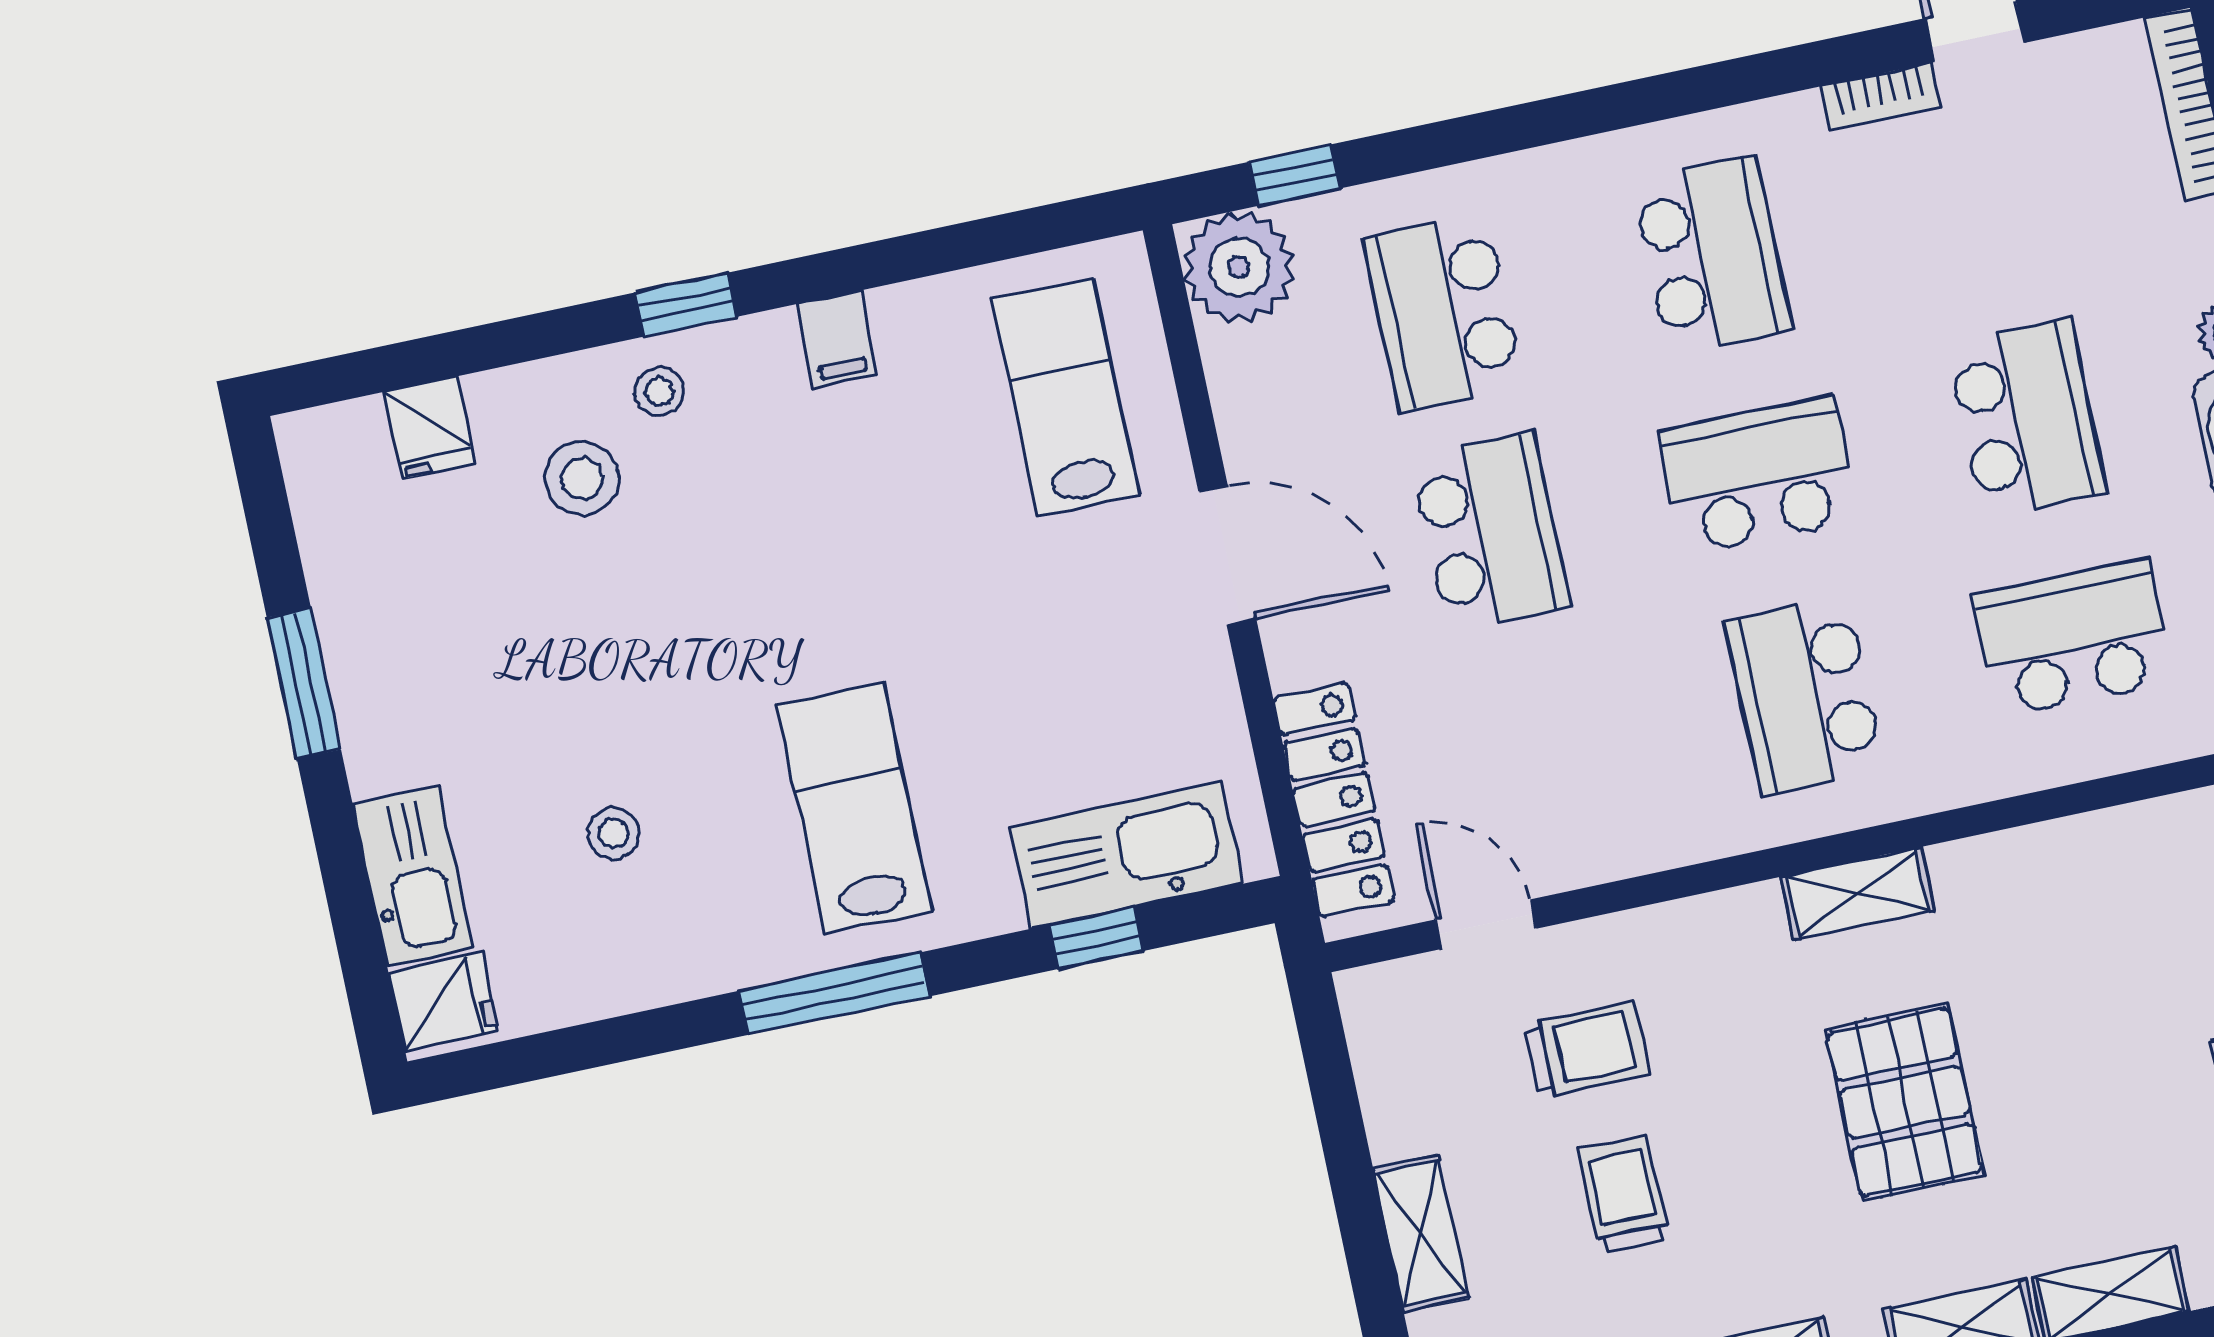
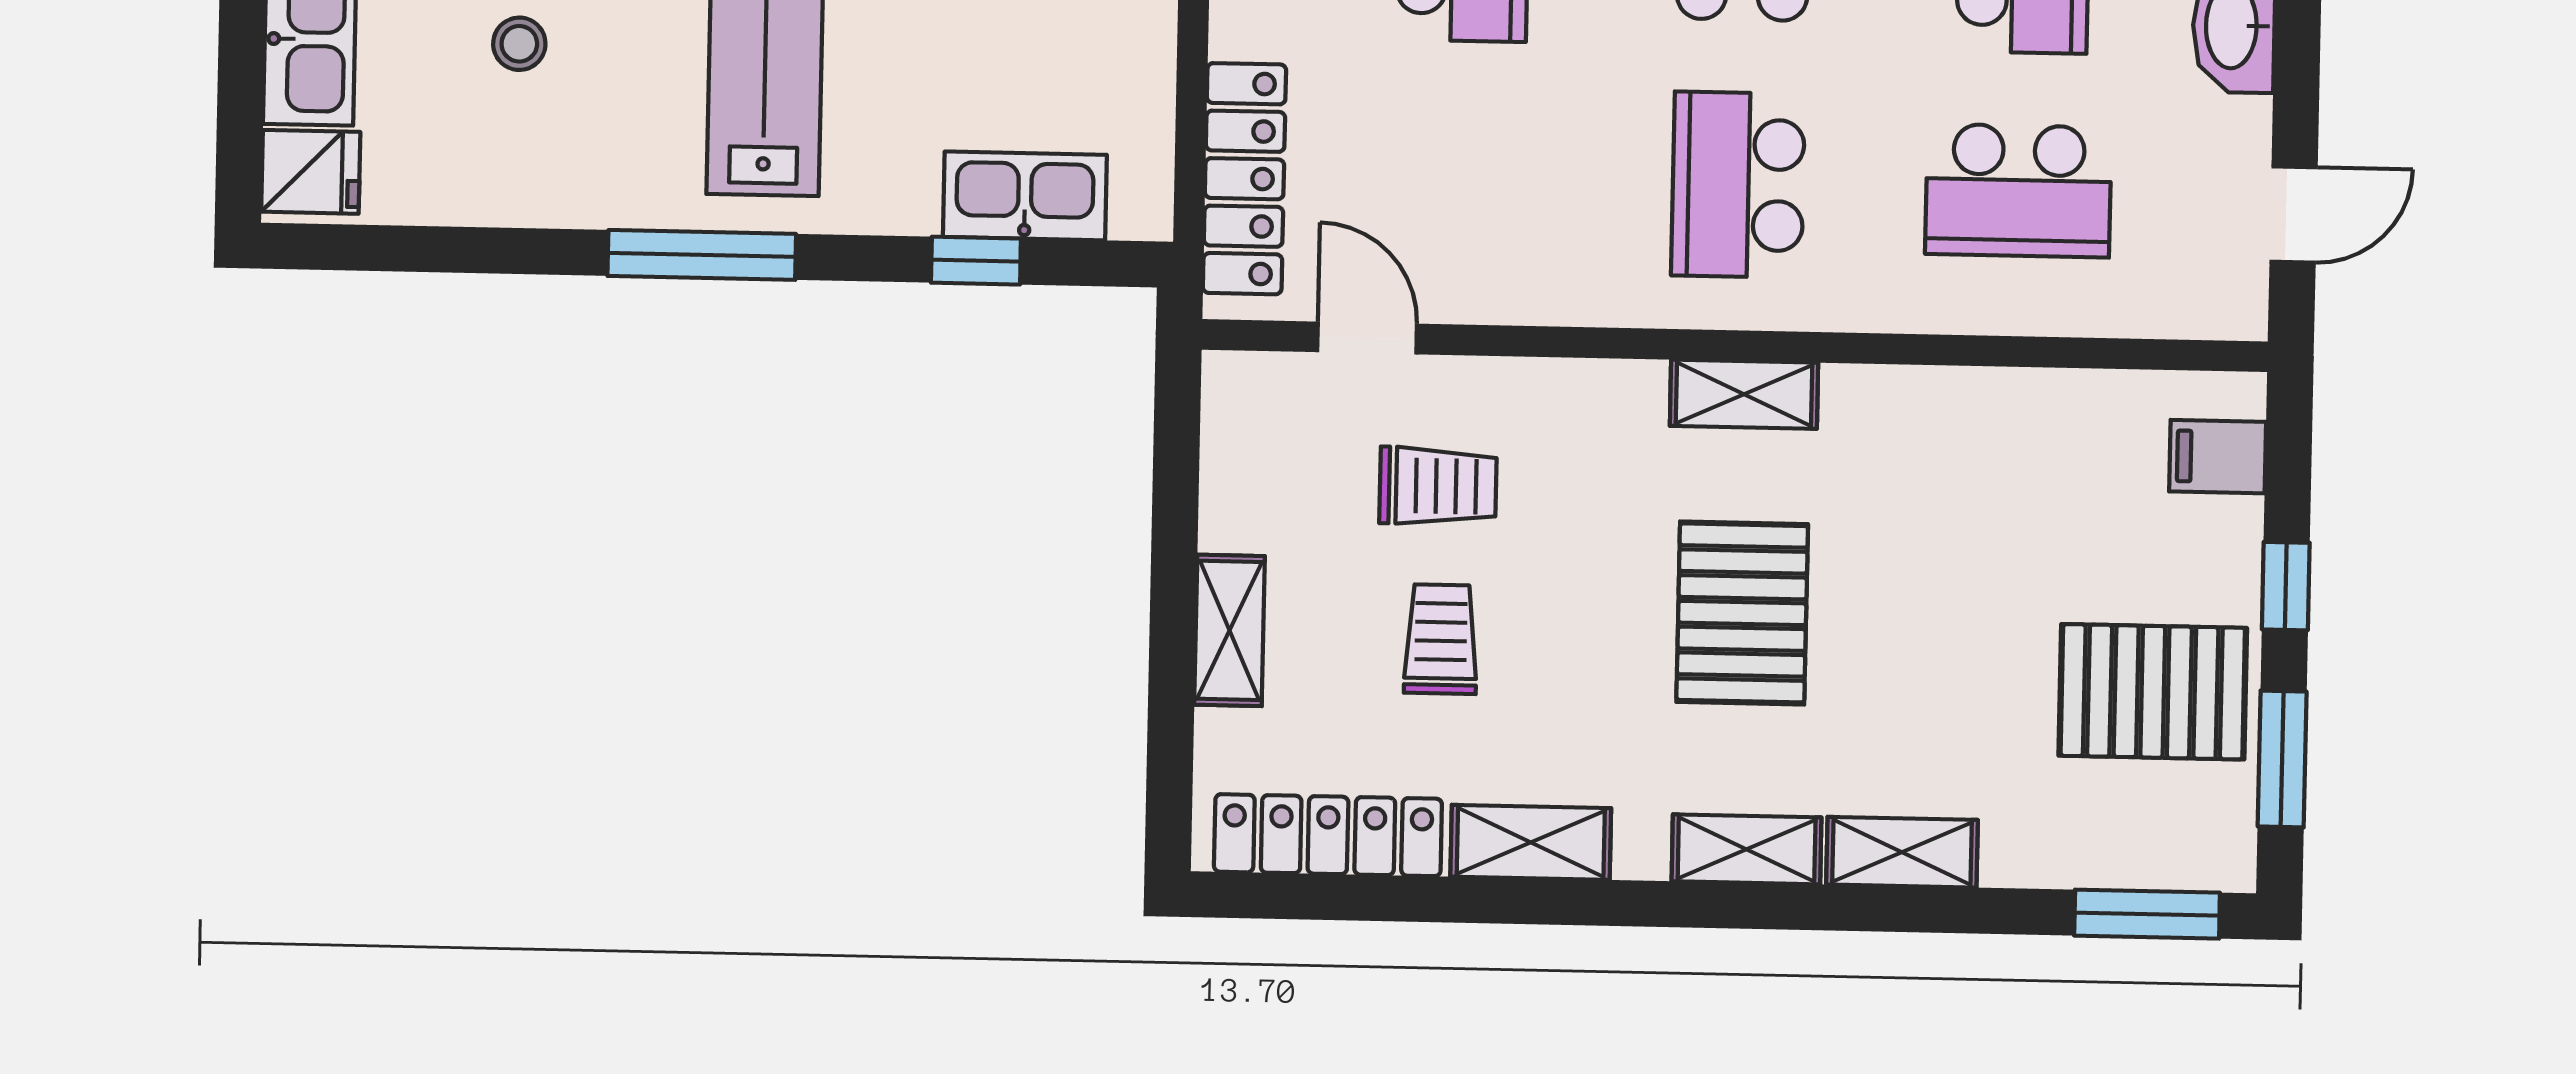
school desk: (2073, 638) -> (2018, 191), turned 180
kitchen sink: (1126, 855) -> (1025, 196), width x0.73, depth x0.81

